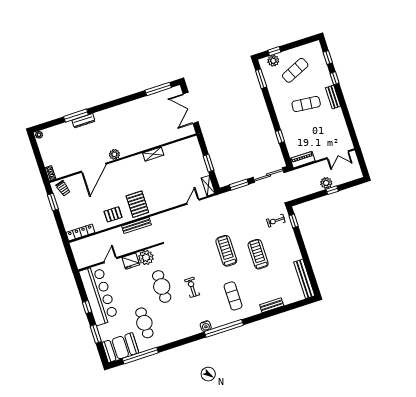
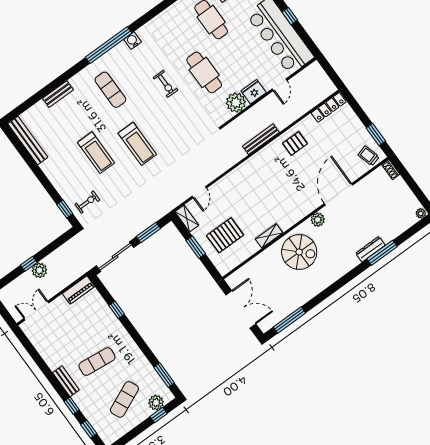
spiral stairs: (135, 135) -> (299, 252), added
pallet: (137, 204) -> (225, 235), moved, turned 90

